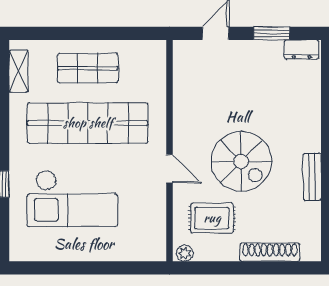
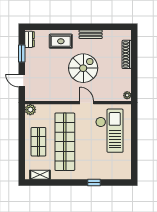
plant: (155, 51) -> (30, 110), added
door: (169, 169) -> (87, 103), hinge flipped
checkout: (72, 198) -> (109, 131), moved
rug: (212, 218) -> (61, 41), moved, turned 90

